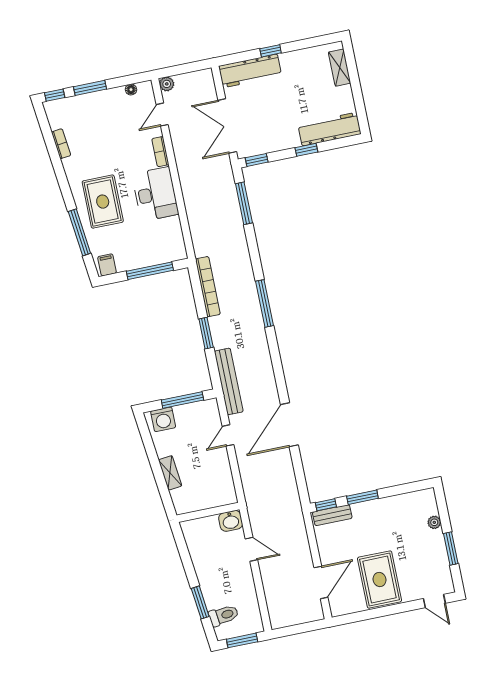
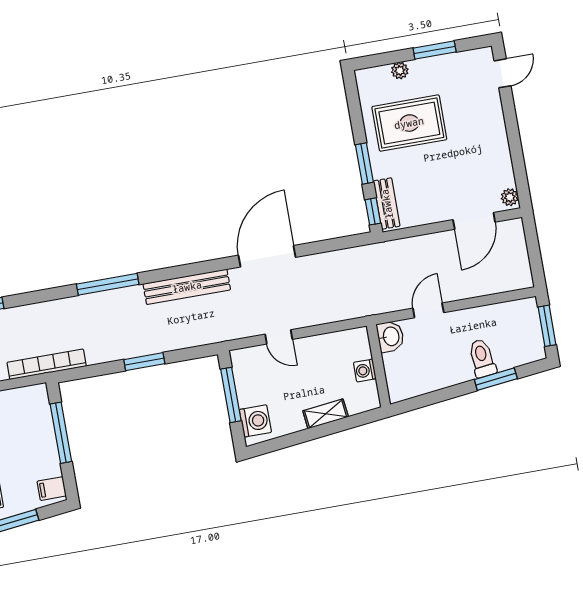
bookcase: (208, 287) -> (47, 364), moved
bench: (229, 381) -> (187, 287), moved
door: (289, 425) -> (267, 256), swing flipped
washing machine: (204, 502) -> (365, 371), added
rug: (380, 580) -> (409, 123), moved
door: (321, 582) -> (474, 221), swing flipped
plant: (340, 609) -> (510, 197), added
toilet: (224, 615) -> (482, 358), moved

